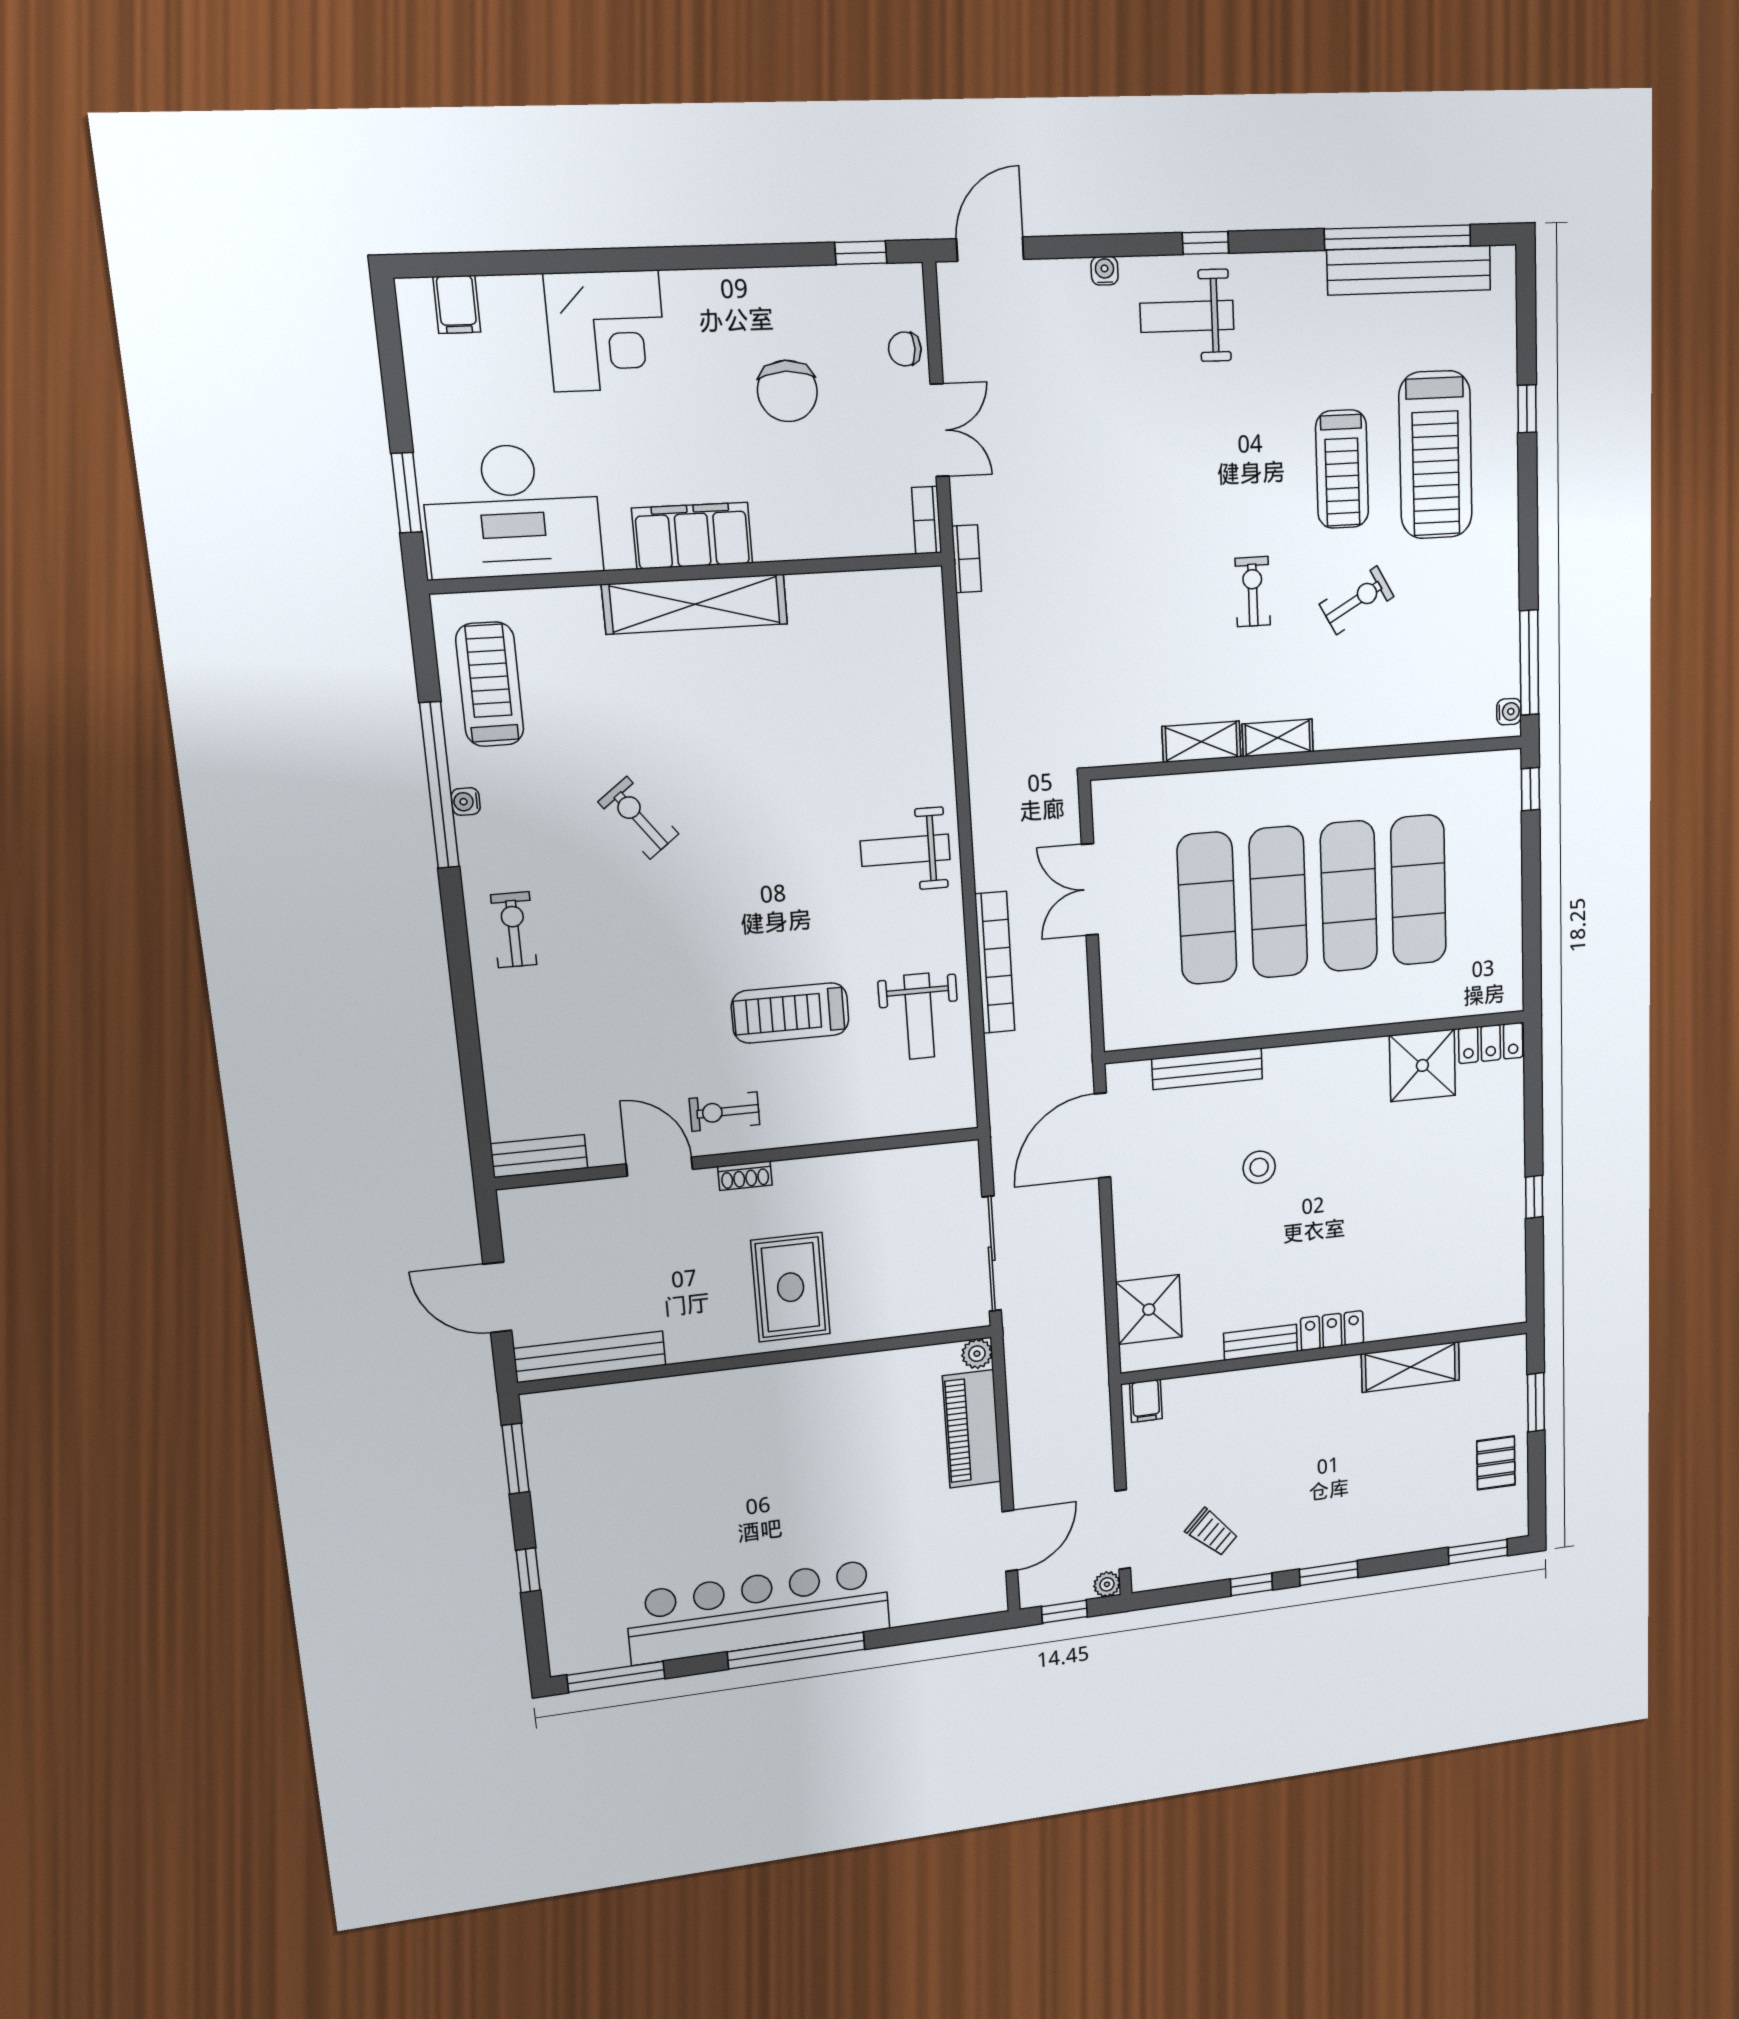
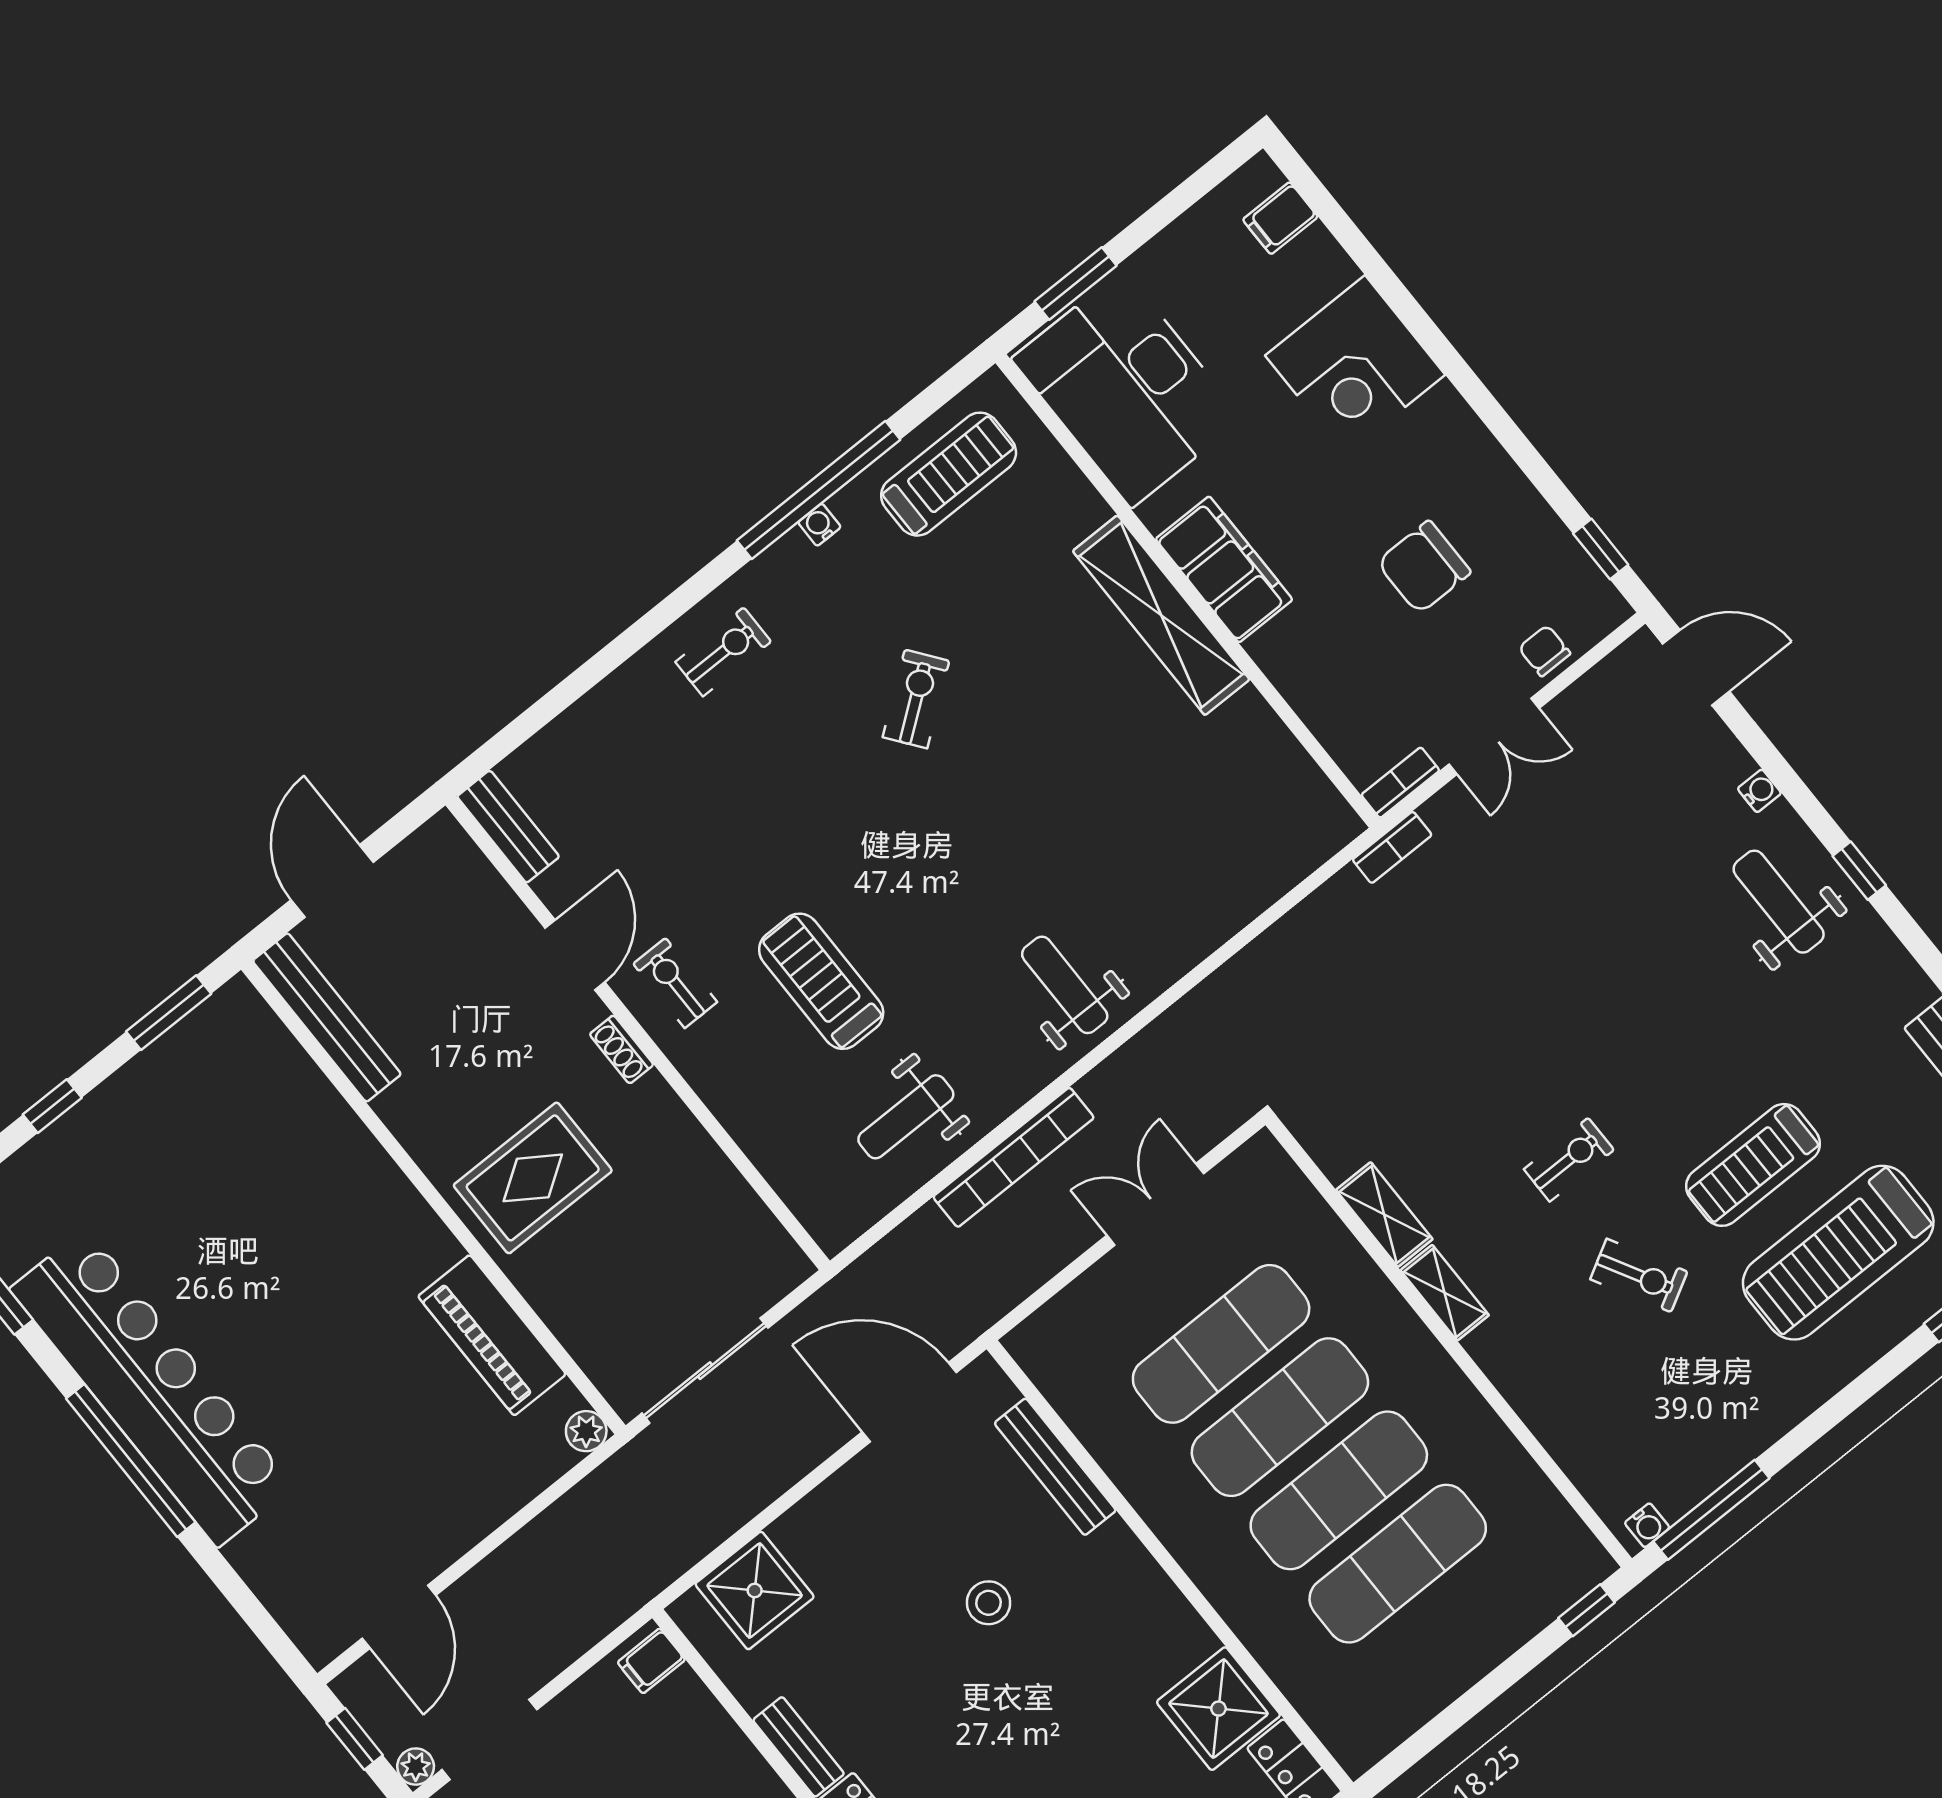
piano: (972, 1429) -> (492, 1335), moved, turned -90
door: (1010, 1541) -> (399, 1617), hinge flipped

